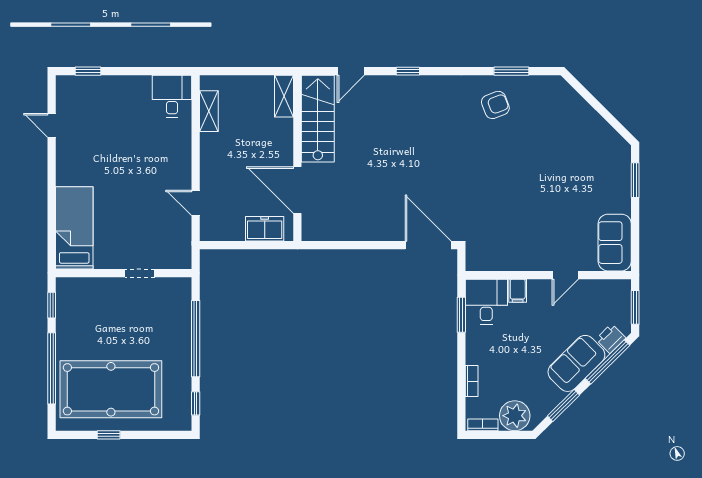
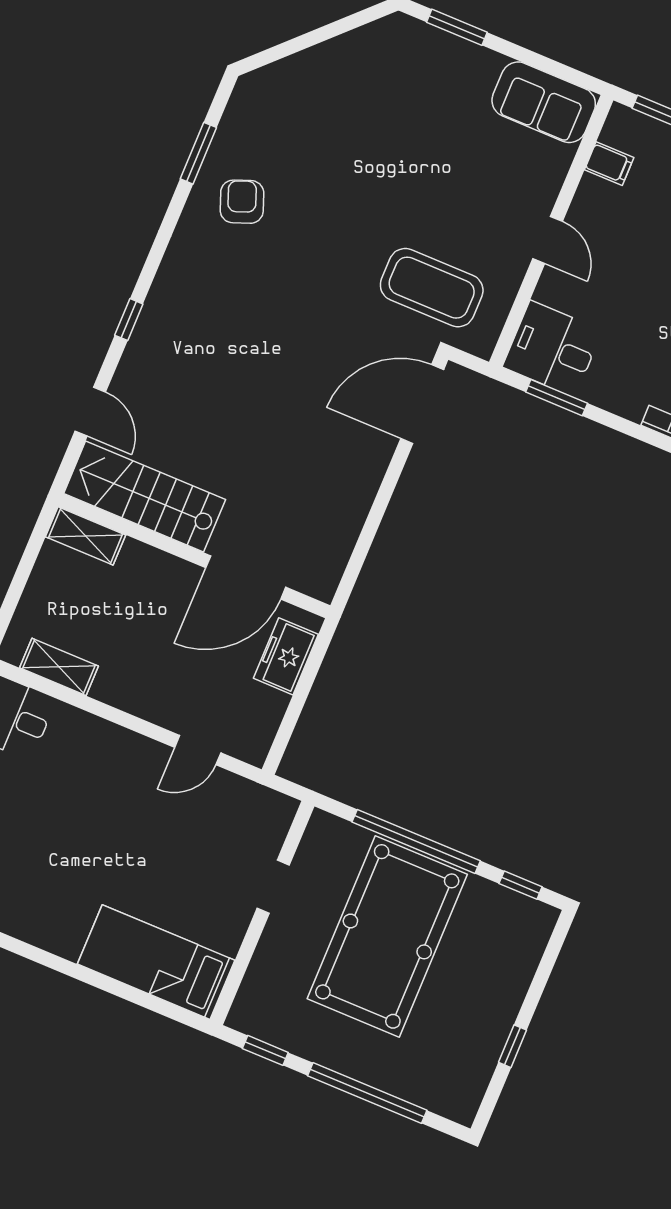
coffee table: (492, 224) -> (432, 288), added
door: (565, 275) -> (548, 240), moved
filing cabinet: (518, 291) -> (609, 164), moved
pool table: (111, 389) -> (387, 936), moved

